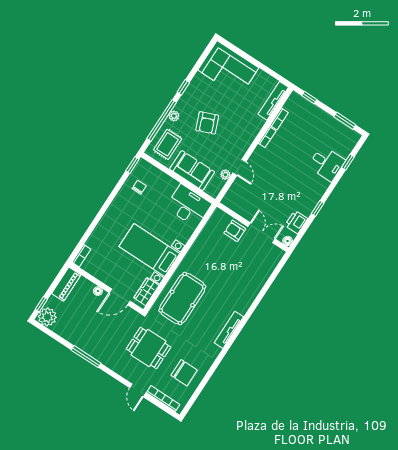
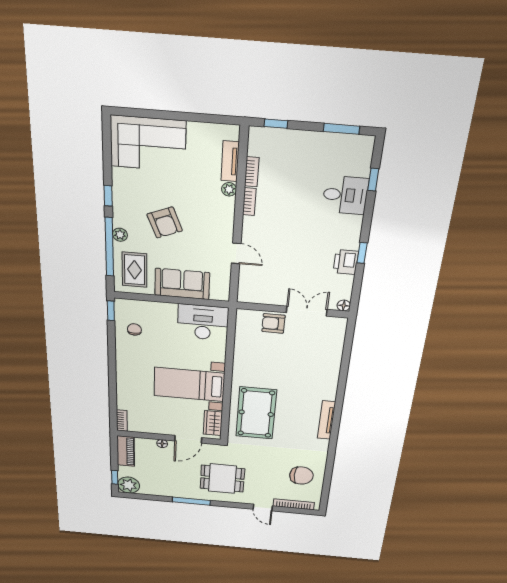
tv unit: (273, 101) -> (230, 161), width x0.71
plant: (225, 175) -> (229, 189), moved
printer: (296, 222) -> (346, 262), moved
dining table: (149, 348) -> (222, 479), moved

